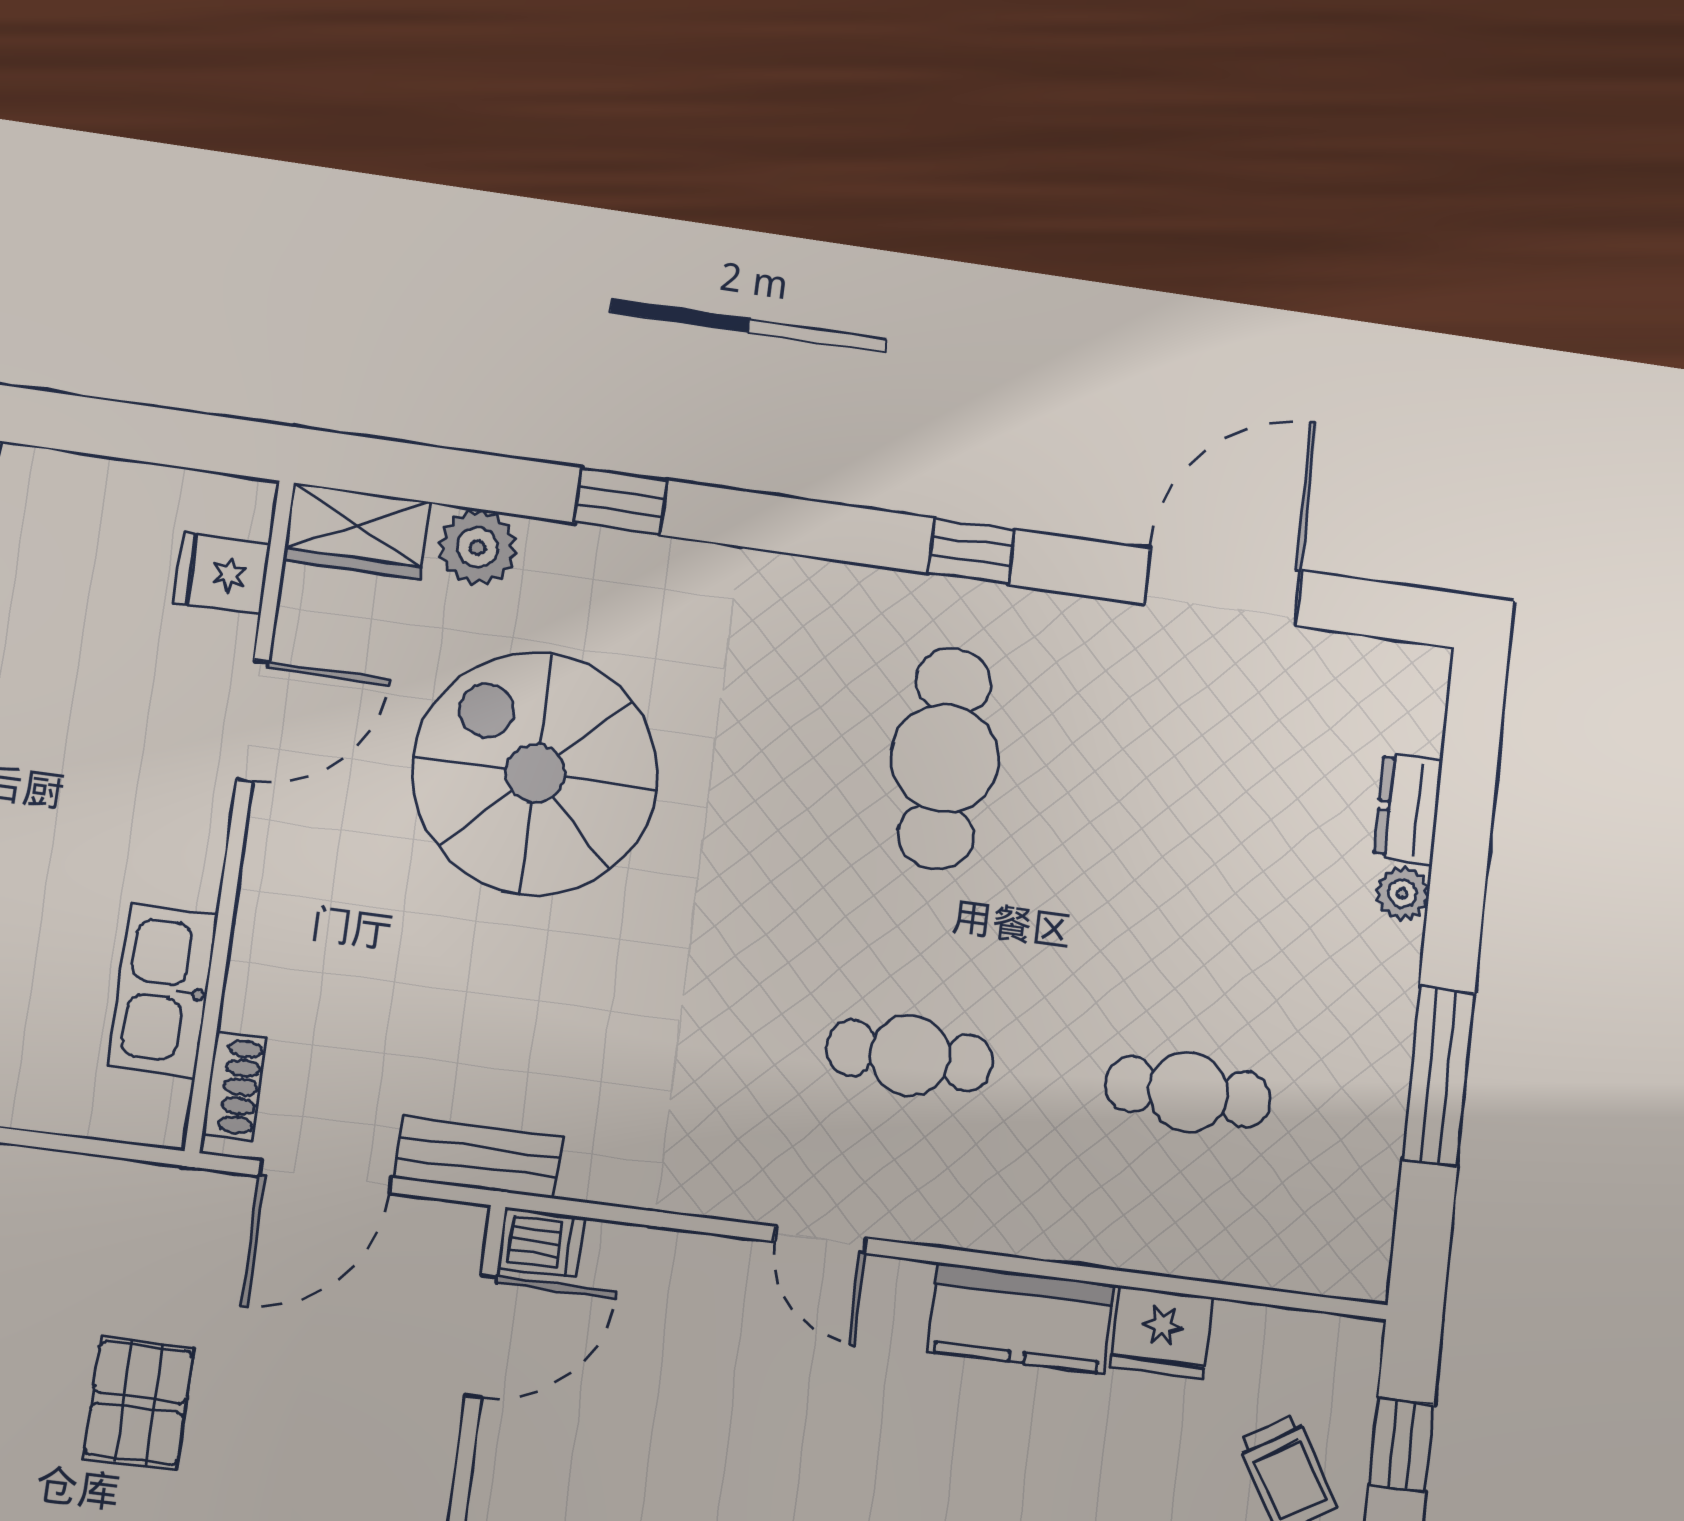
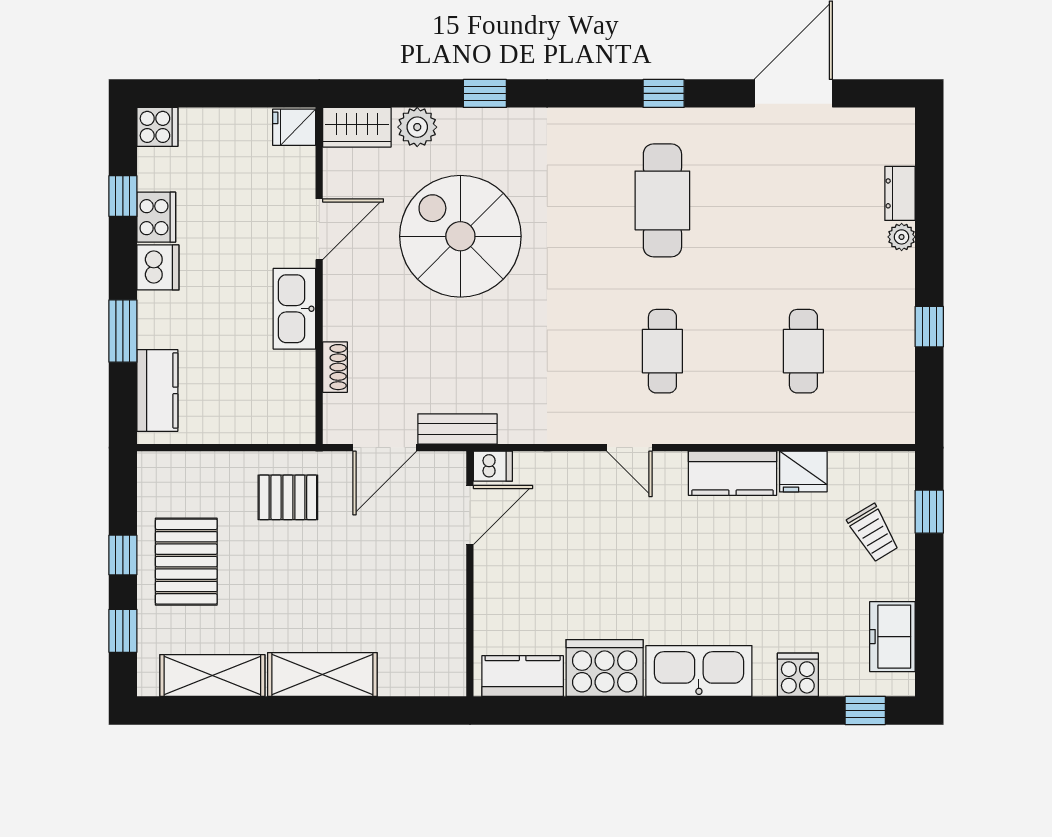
fridge: (222, 574) -> (294, 127), moved
kitchen sink: (163, 990) -> (294, 309), moved
cafe table: (910, 1055) -> (662, 351), turned 90
window: (1438, 1076) -> (929, 327), width x0.46
shoe rack: (234, 1086) -> (335, 367), moved
cafe table: (1188, 1092) -> (803, 351), turned 90
pallet: (139, 1403) -> (288, 497), moved, turned 90

